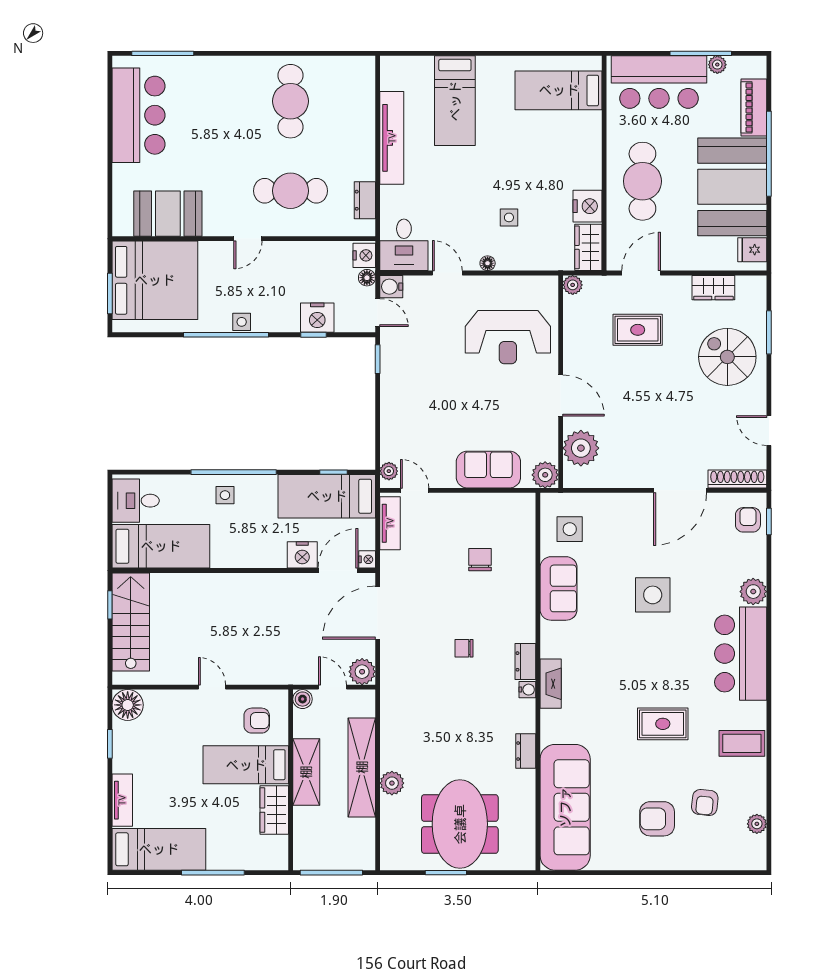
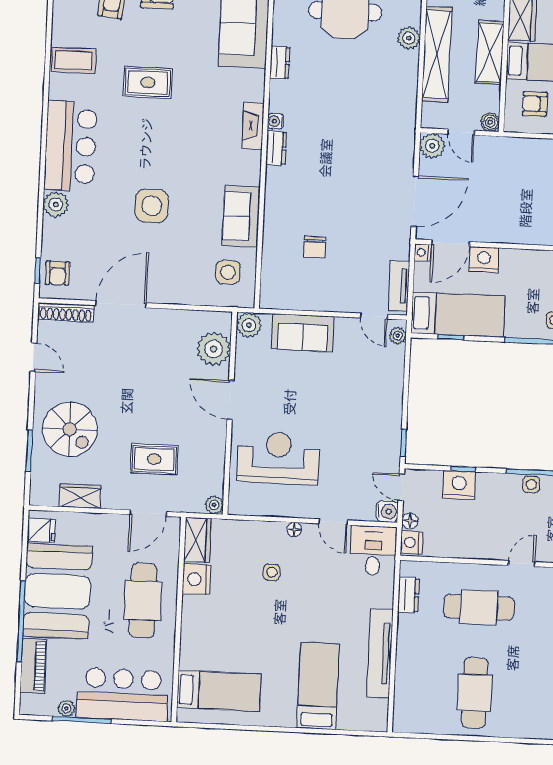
chair: (464, 648) -> (334, 164), removed

